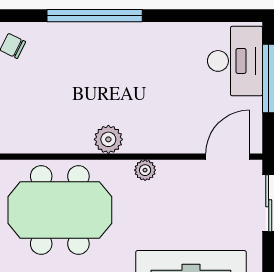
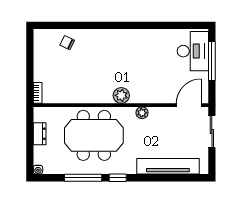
window: (95, 16) -> (114, 25), removed

